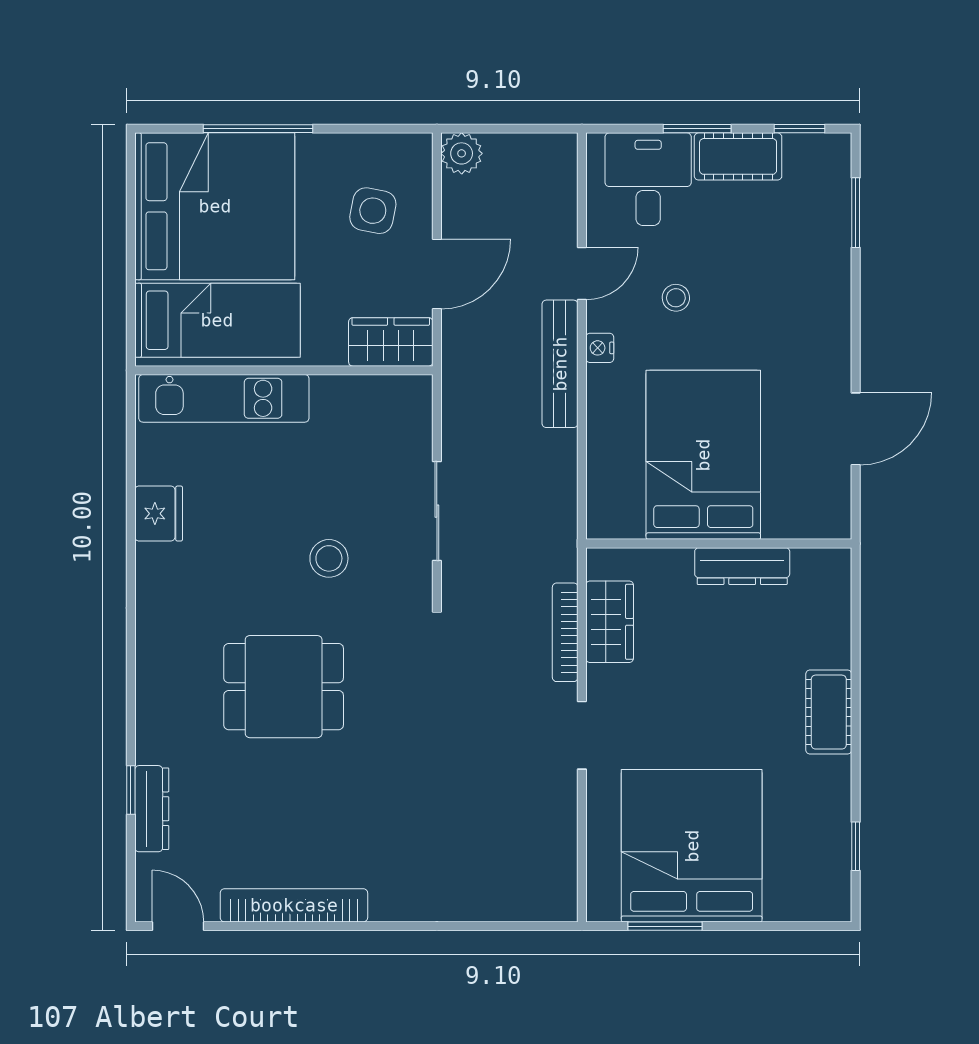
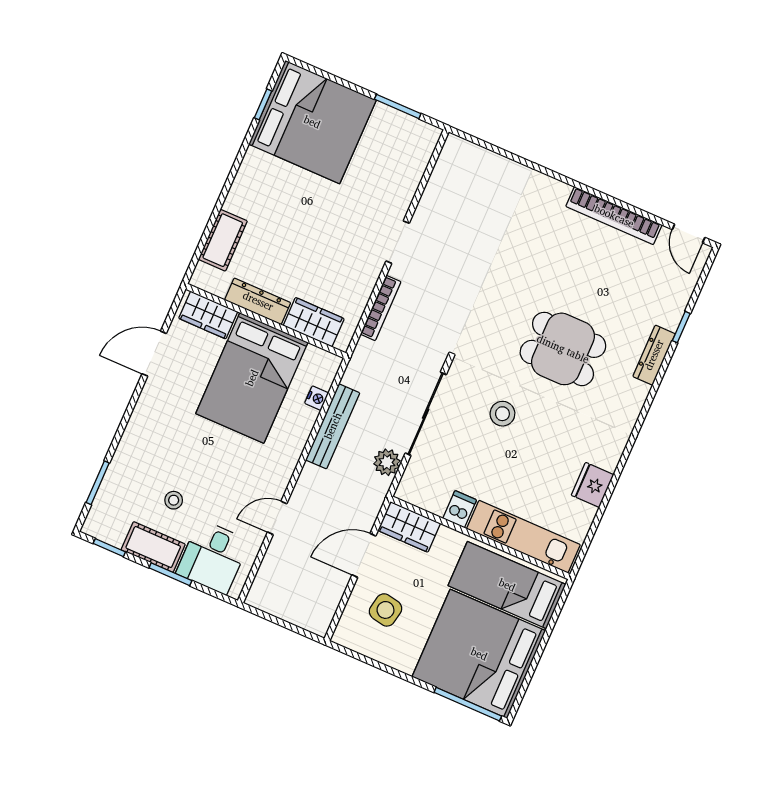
window: (258, 129) -> (468, 704), moved
plant: (462, 153) -> (387, 462), moved
stool: (676, 298) -> (174, 500), moved
nightstand: (600, 348) -> (317, 398), moved
bench: (560, 364) -> (333, 426), moved
dishwasher: (330, 398) -> (460, 509), added
sliding door: (437, 511) -> (426, 414), width x1.37
wardrobe: (803, 516) -> (208, 315), added
wardrobe: (610, 622) -> (314, 322), moved, turned 90
cot: (829, 712) -> (223, 240), moved
dresser: (152, 809) -> (654, 355), moved
bed: (692, 846) -> (312, 122), moved, turned -90

